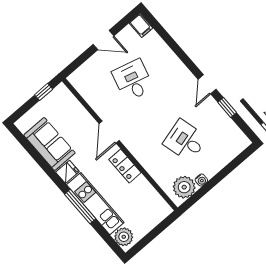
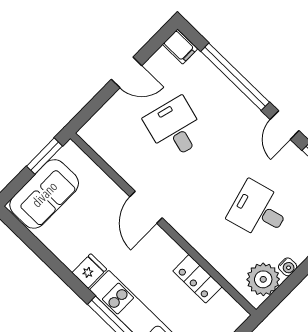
window: (176, 49) -> (235, 77), added
window: (44, 92) -> (45, 156), width x1.50
sofa: (49, 144) -> (44, 194), moved, turned 90
locker: (125, 166) -> (197, 279), moved

